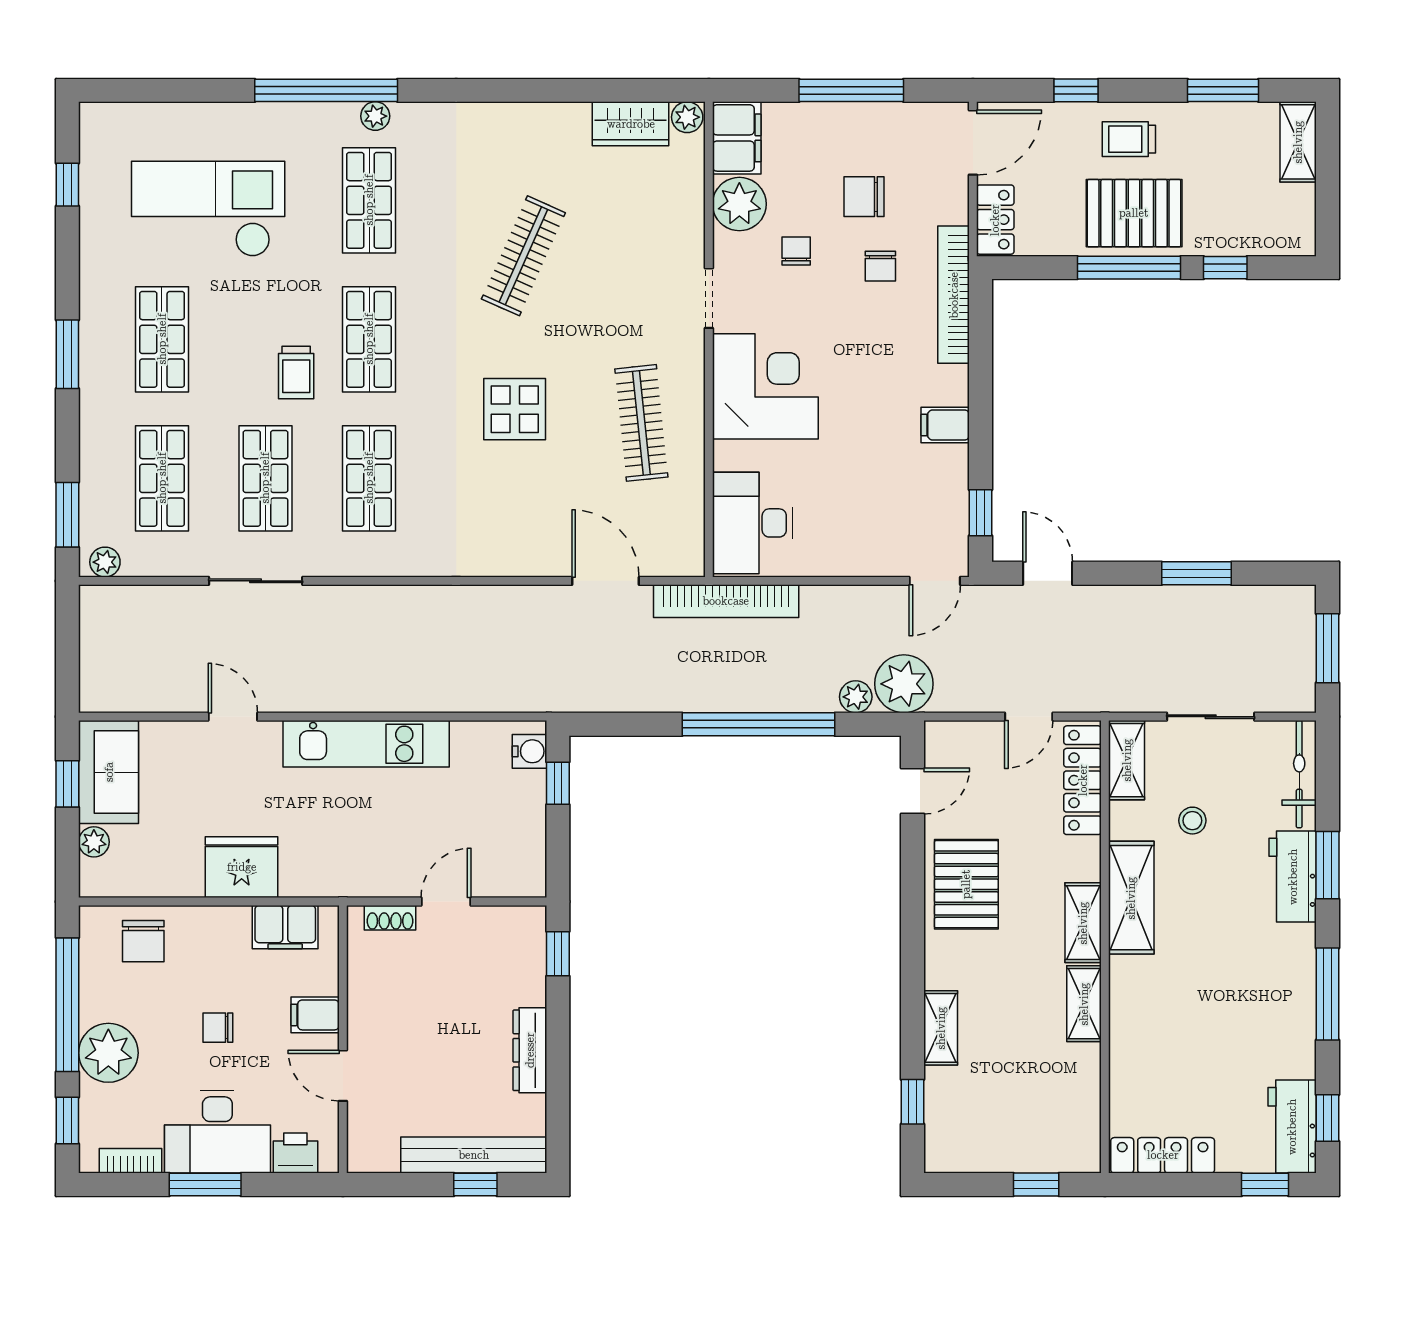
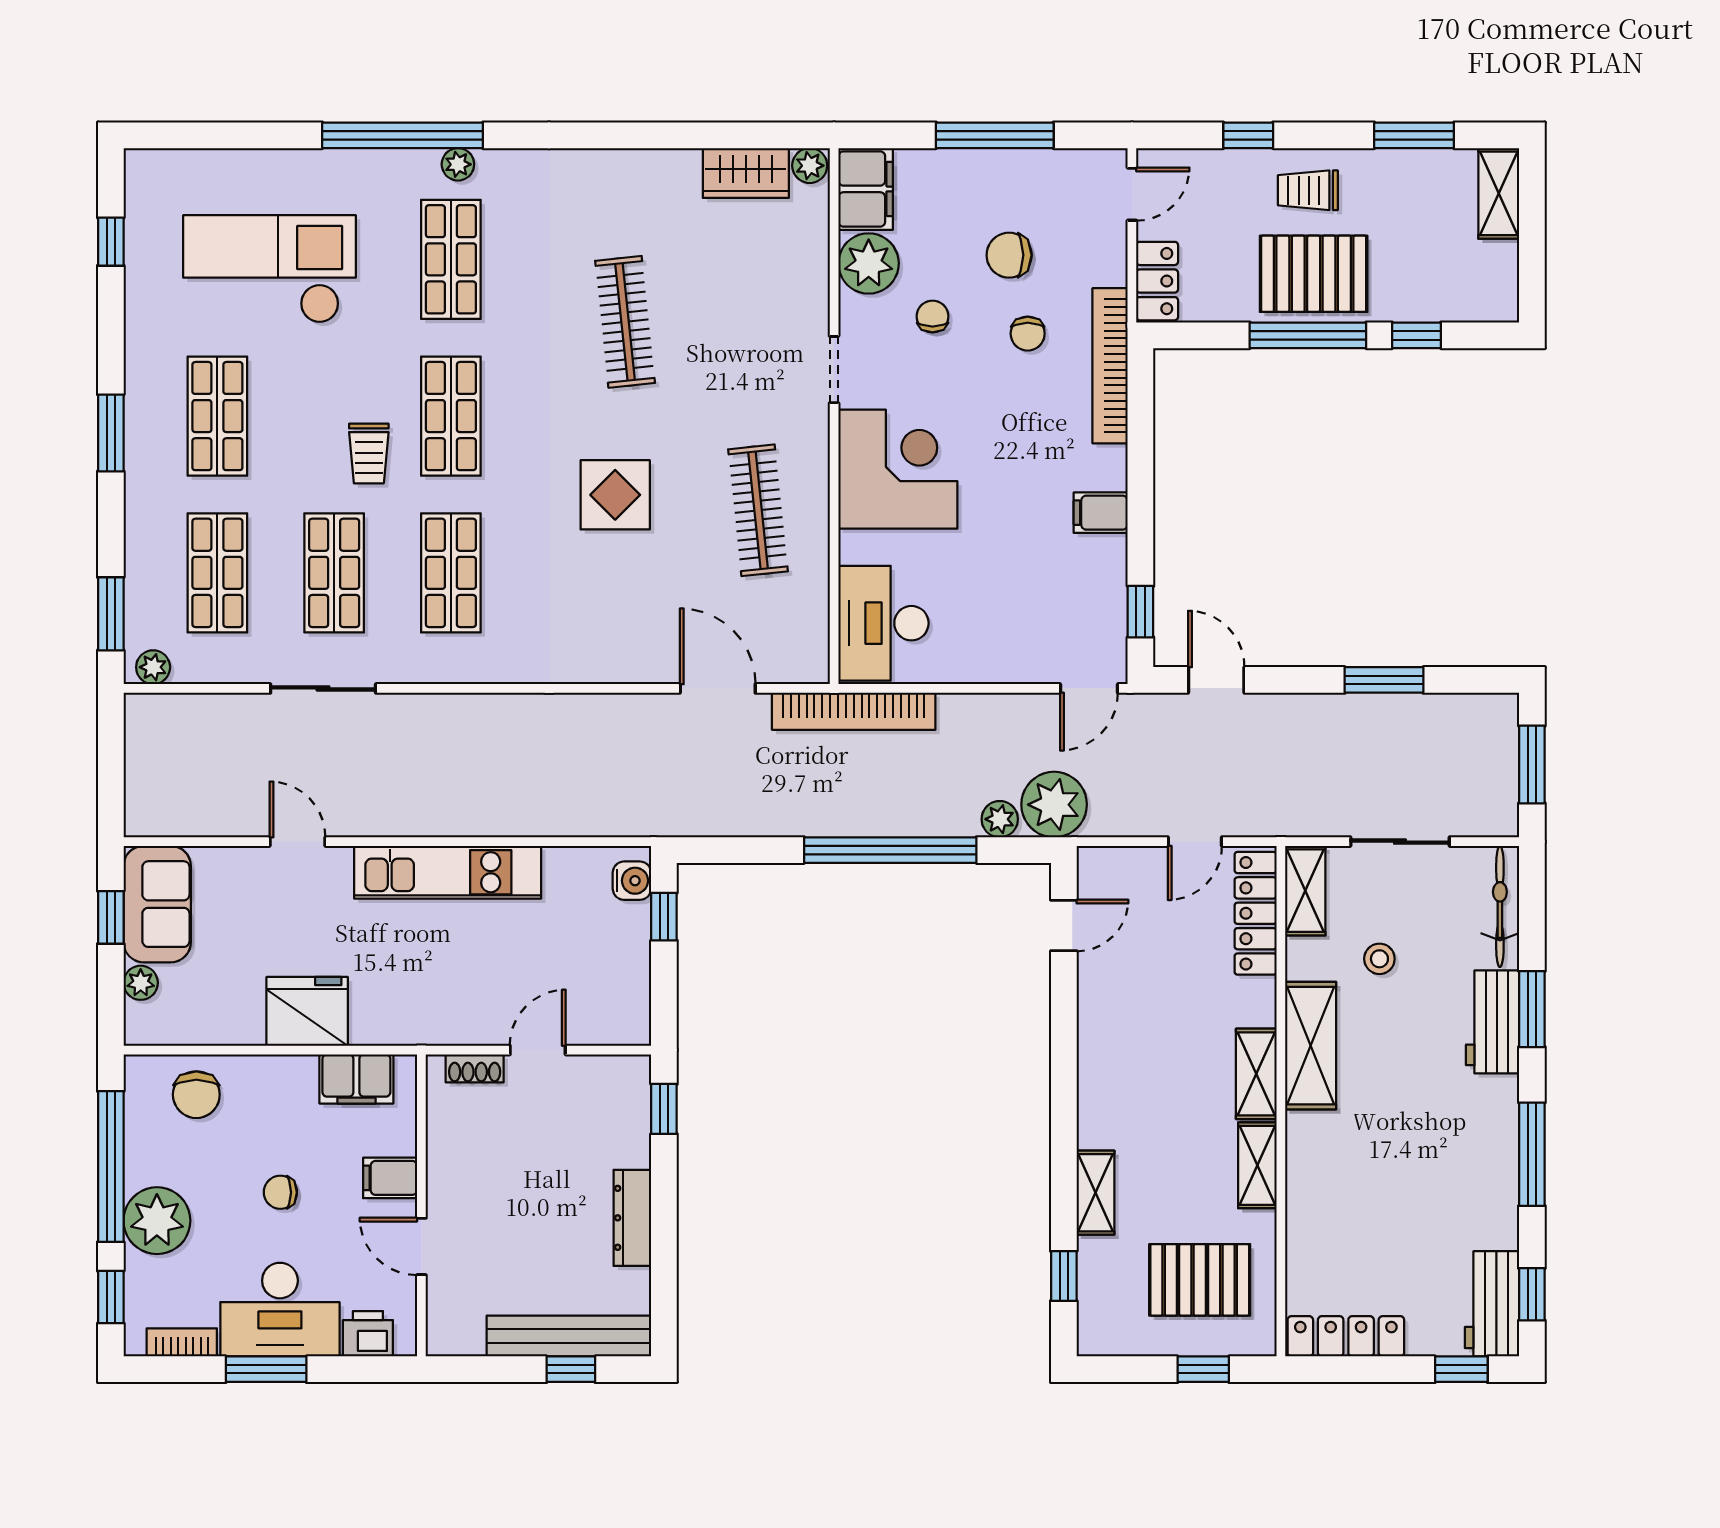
door: (973, 143) -> (1132, 194), width x0.73
clothes rail: (523, 256) -> (625, 322), turned -30
pallet: (966, 884) -> (1200, 1280), moved, turned 90

